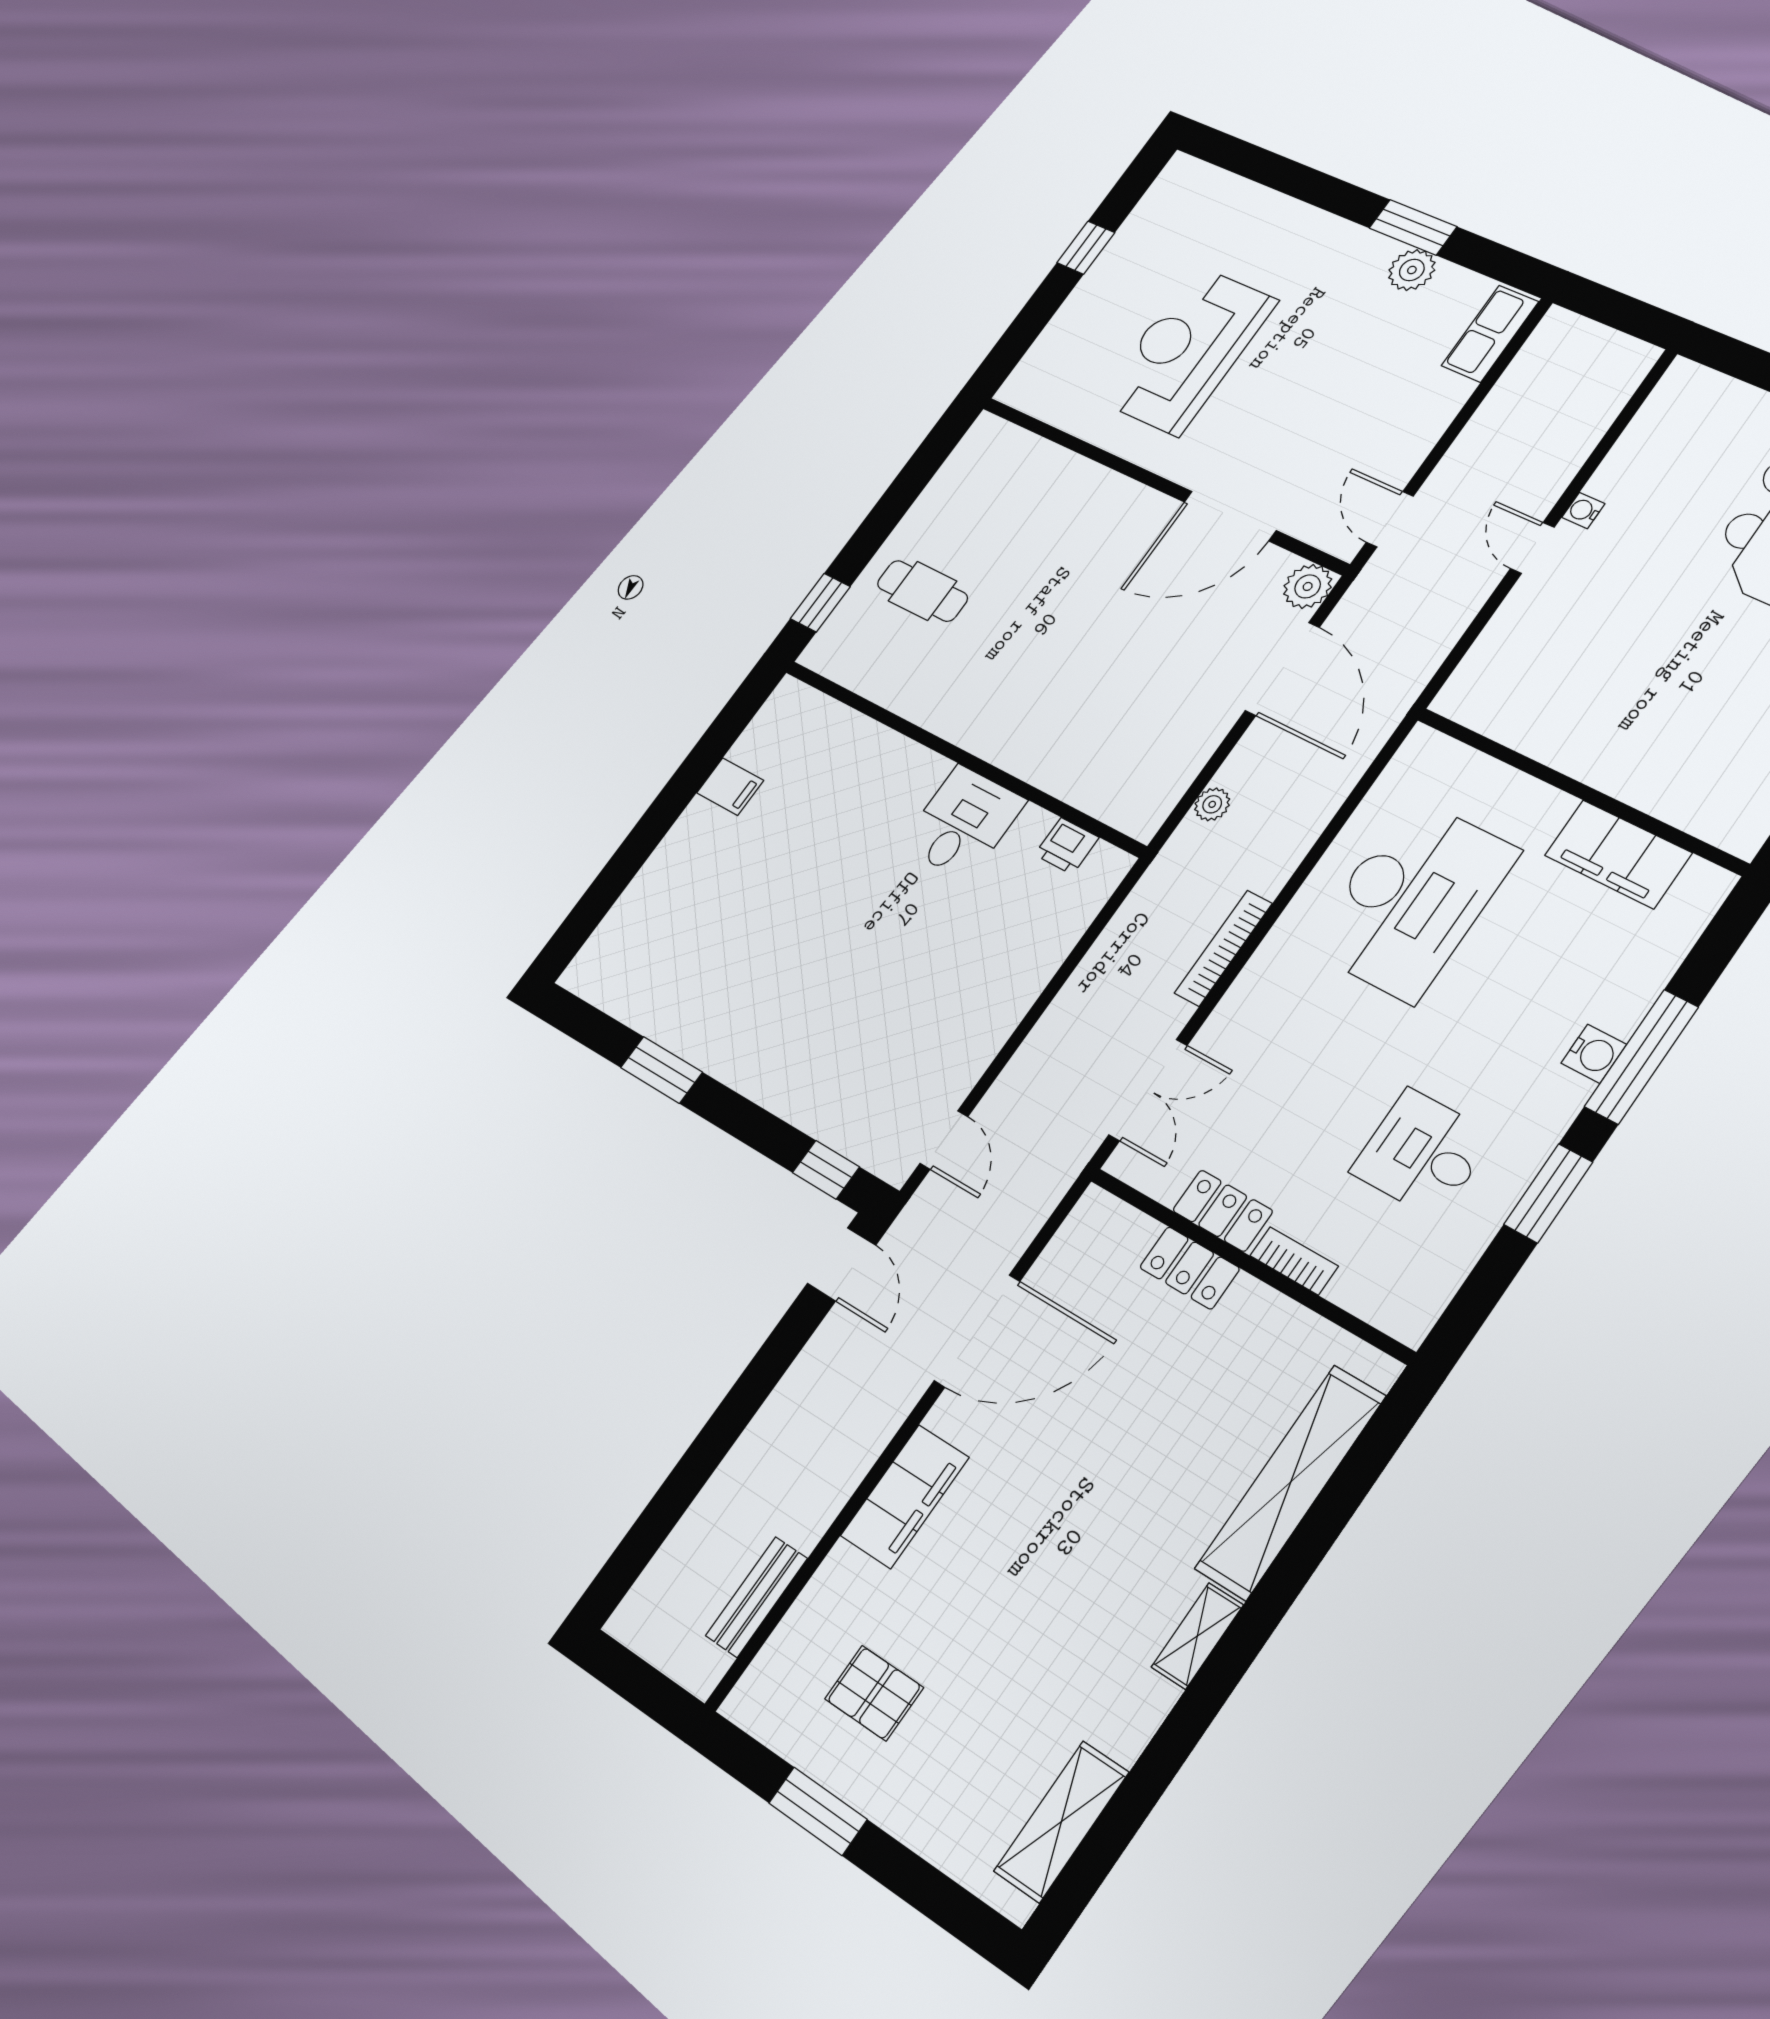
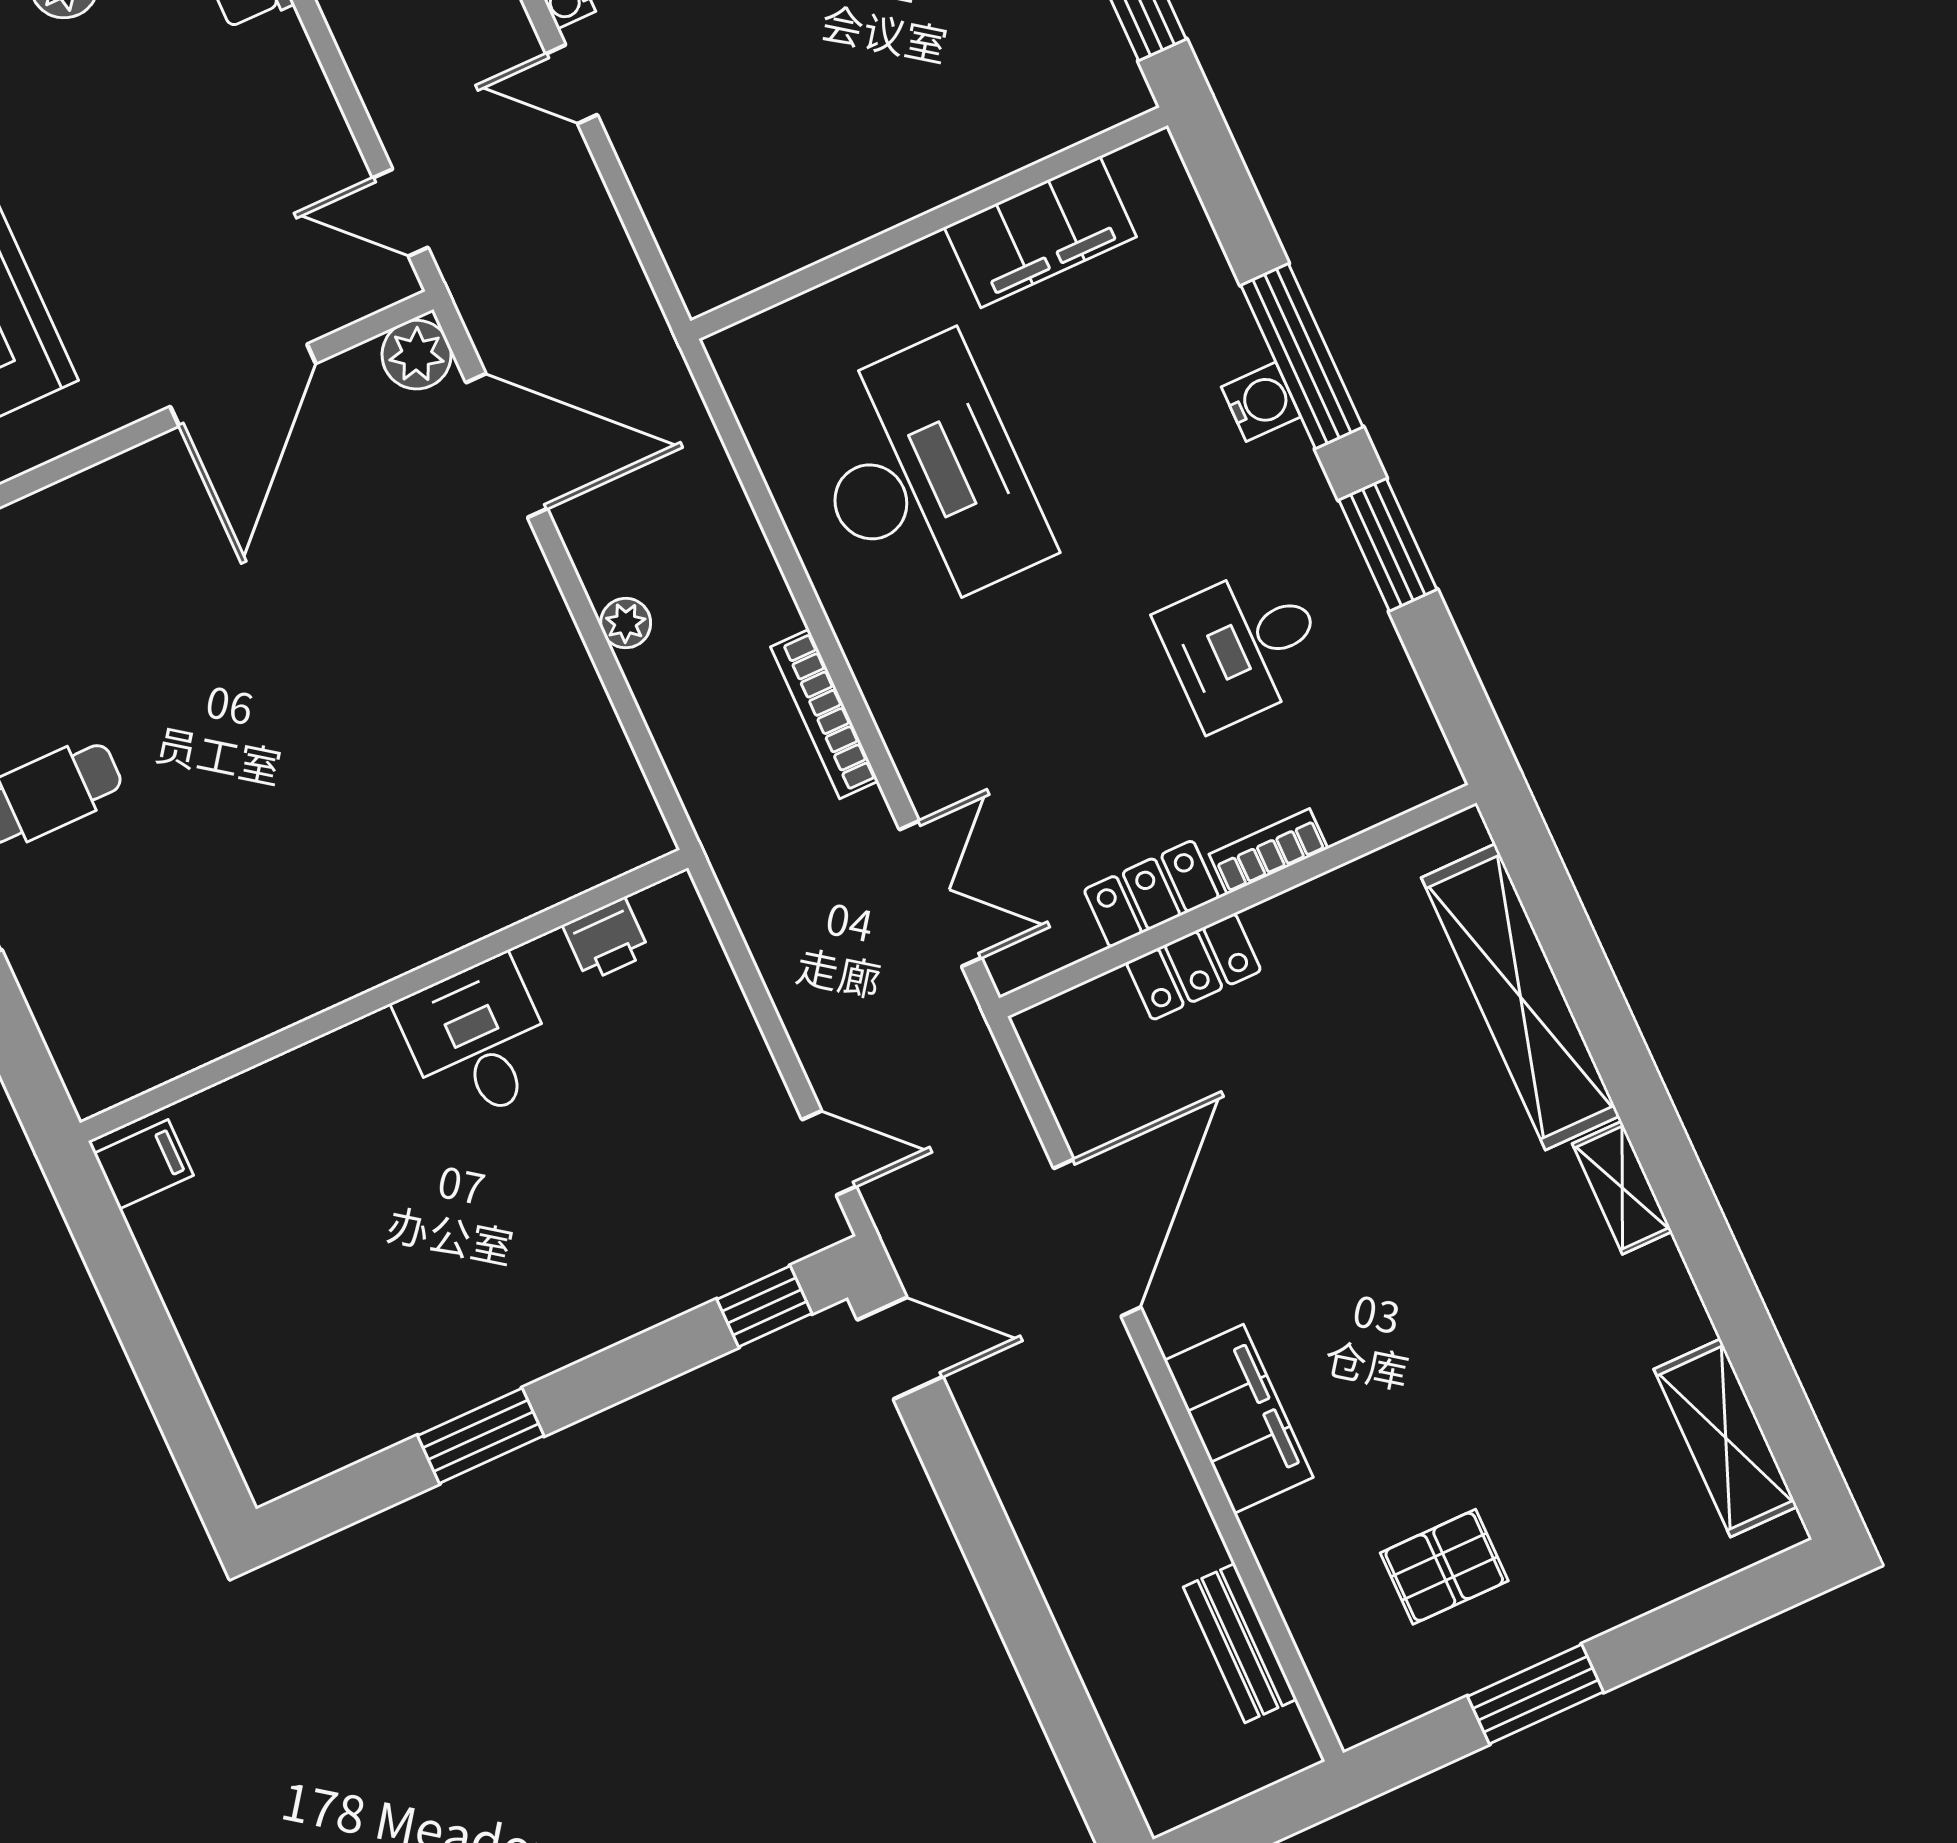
wall: (961, 757) -> (384, 995), moved
desk: (963, 823) -> (478, 1040), moved
printer: (1067, 846) -> (606, 939), moved

